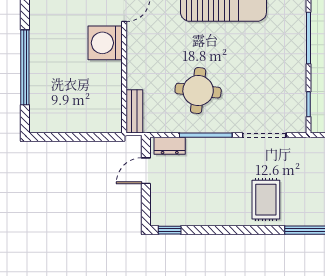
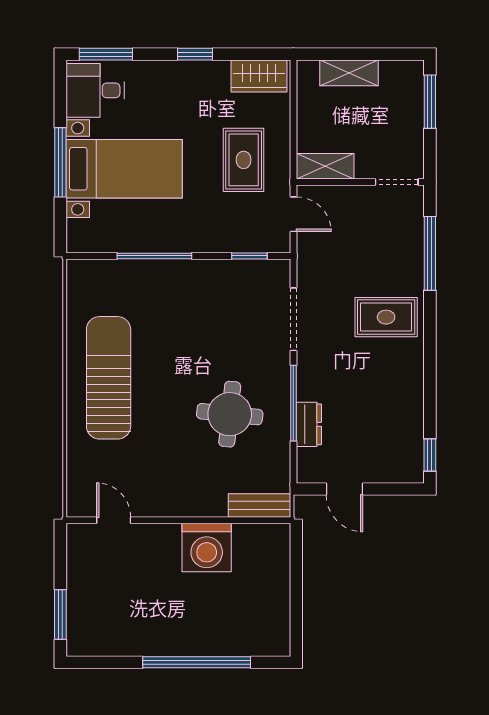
washing machine: (105, 43) -> (207, 547), moved
dresser: (170, 146) -> (309, 424), moved

